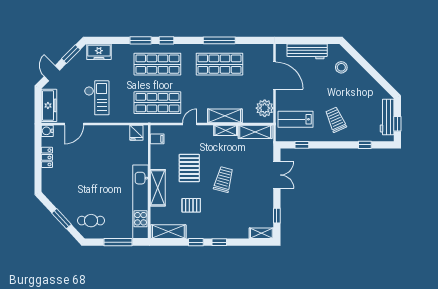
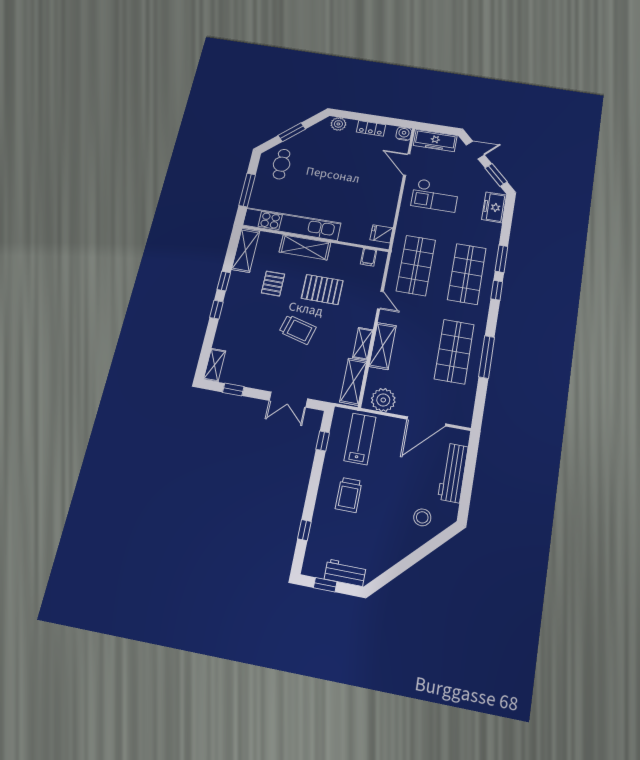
workbench: (387, 117) -> (345, 573), width x0.73
trolley: (336, 120) -> (349, 495), turned 114
plant: (48, 184) -> (338, 124), added

